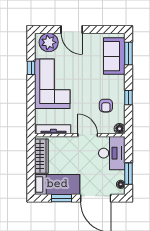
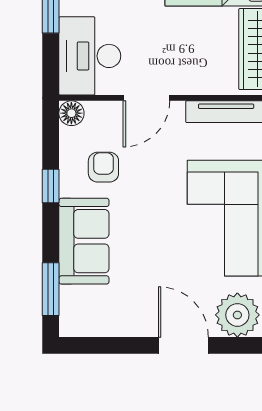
sofa: (114, 56) -> (84, 241), moved
door: (88, 135) -> (146, 98), hinge flipped

